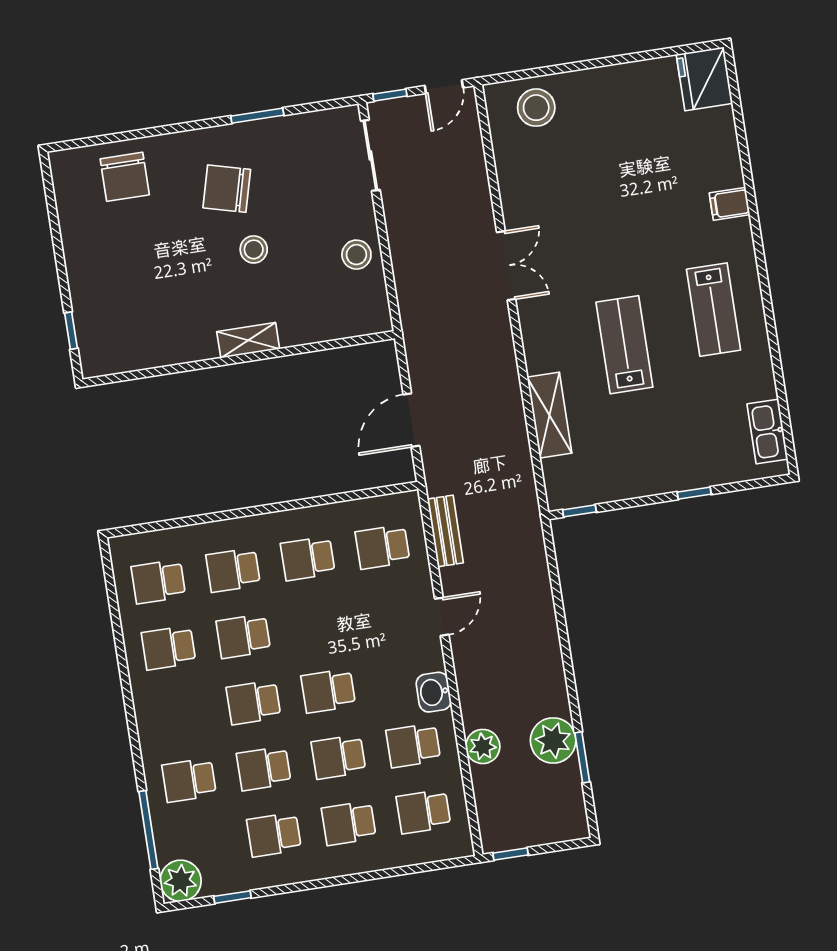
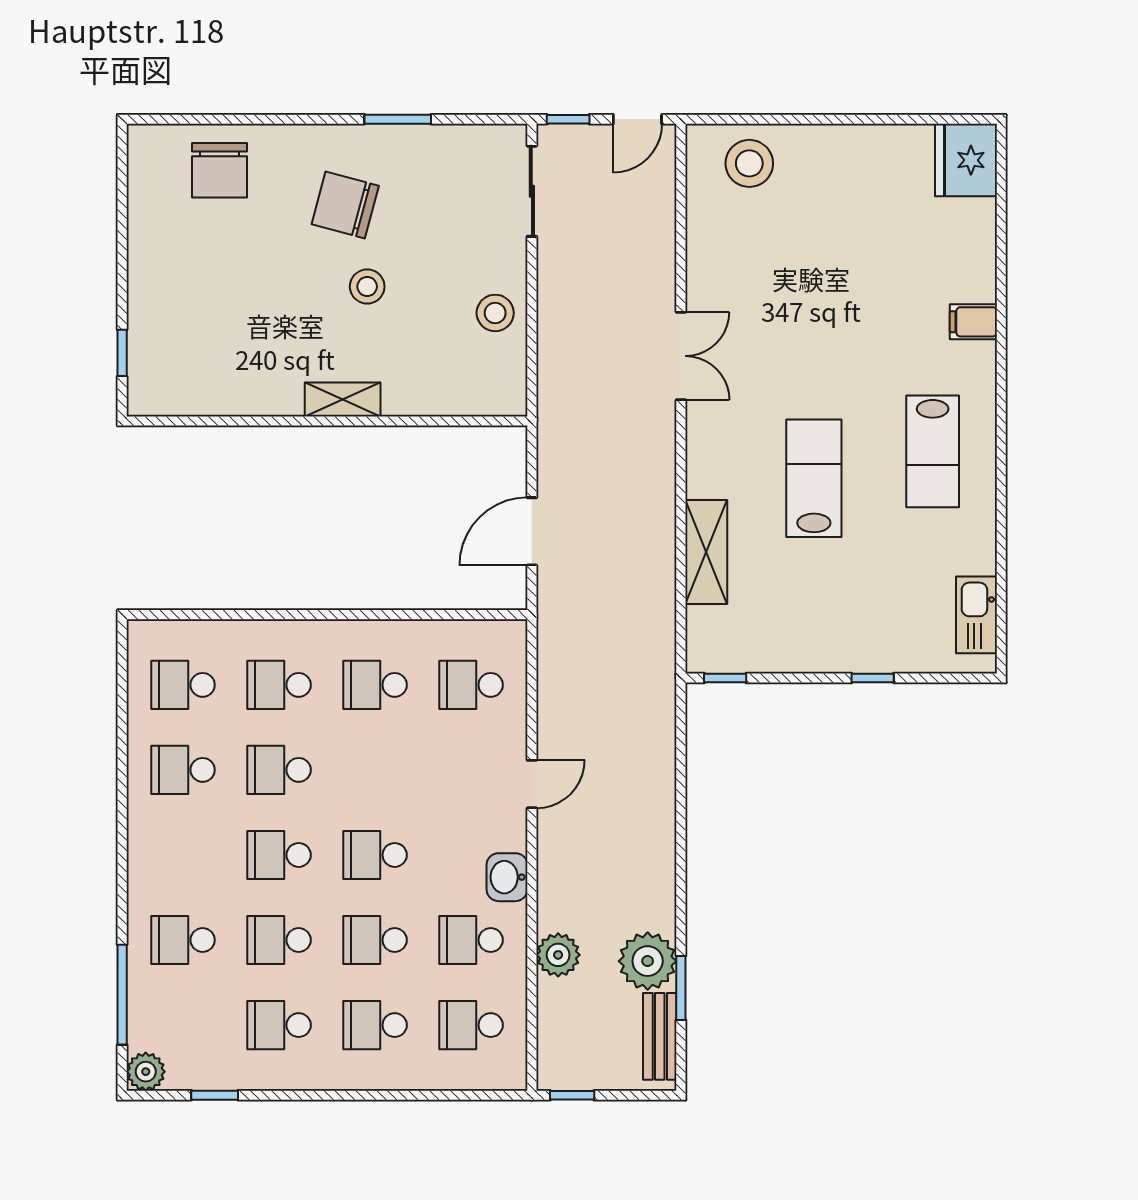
bench: (445, 531) -> (660, 1036), moved
plant: (181, 881) -> (146, 1072), width x0.73, depth x0.73

